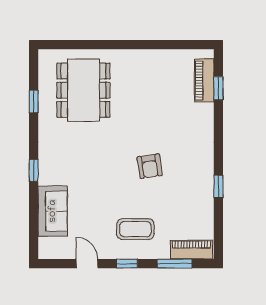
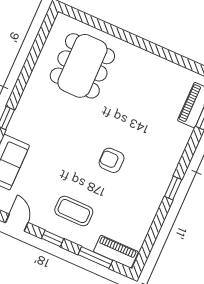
window: (34, 101) -> (33, 56), removed
armchair: (150, 166) -> (112, 160), turned 98
window: (218, 187) -> (173, 188), moved

